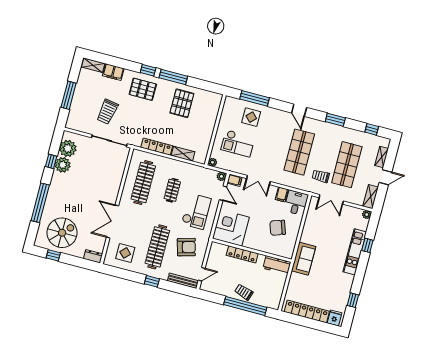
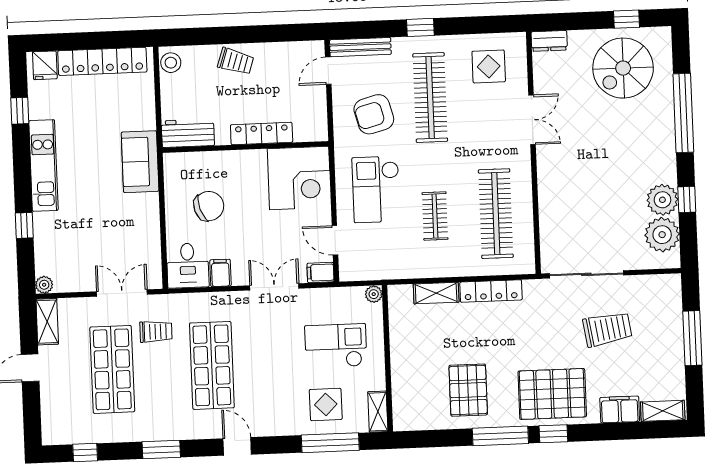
pallet: (143, 89) -> (552, 394), width x1.37, depth x1.41
trolley: (107, 112) -> (607, 329), turned 71
shelving: (382, 157) -> (378, 412), moved
plant: (221, 176) -> (348, 272), removed
double door: (113, 221) -> (532, 120), width x0.73
kitchen unit: (355, 252) -> (43, 166), moved
stool: (275, 301) -> (171, 63), added
window: (245, 306) -> (225, 35), removed

